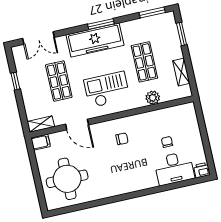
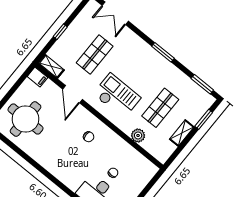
freezer: (95, 40) -> (147, 57), removed
shelving: (181, 72) -> (182, 133), moved
window: (15, 81) -> (60, 32), moved

